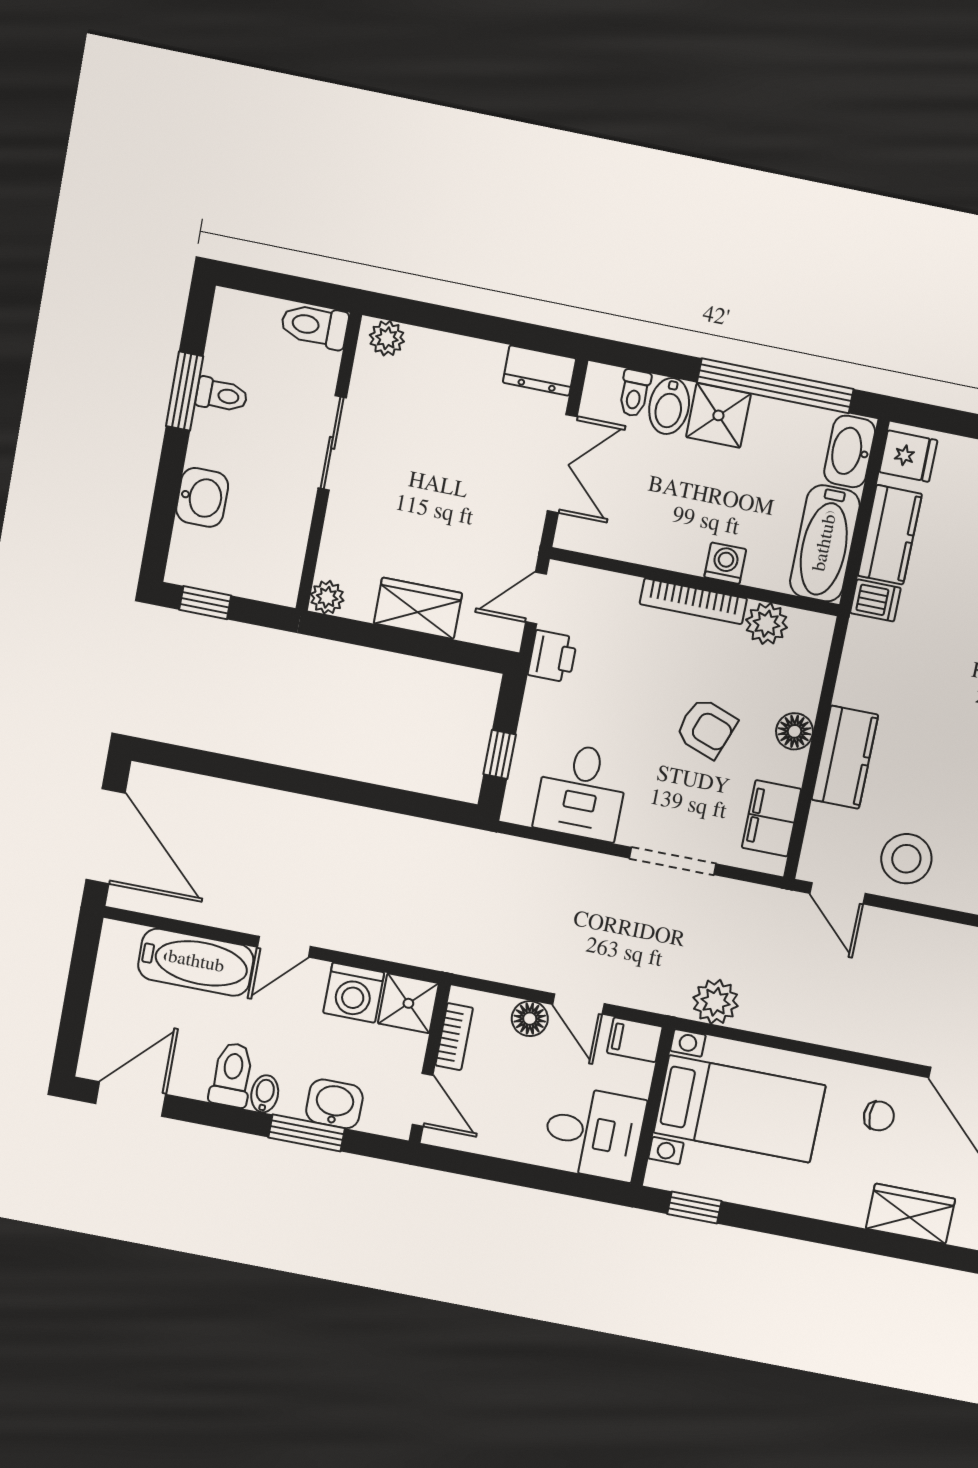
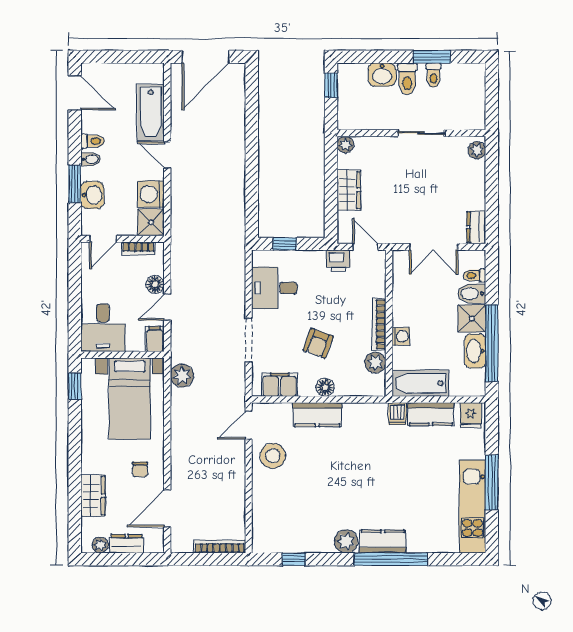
toilet: (314, 326) -> (407, 79), moved, turned 180
washbasin: (850, 451) -> (475, 351), moved, turned -90
toilet: (232, 1075) -> (93, 141), width x0.73, depth x0.72

